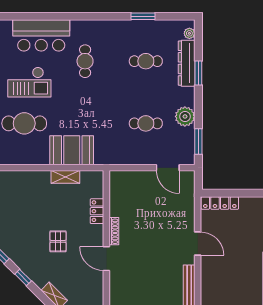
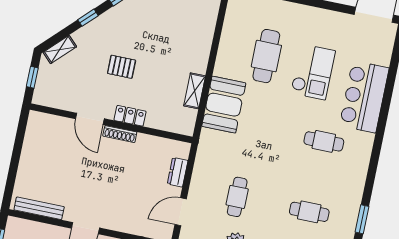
cafe table: (146, 61) -> (309, 212), turned 90
checkout: (29, 82) -> (313, 72), turned 180
dresser: (136, 177) -> (178, 172), added
locker: (97, 211) -> (130, 116), moved
door: (106, 259) -> (90, 119), swing flipped

